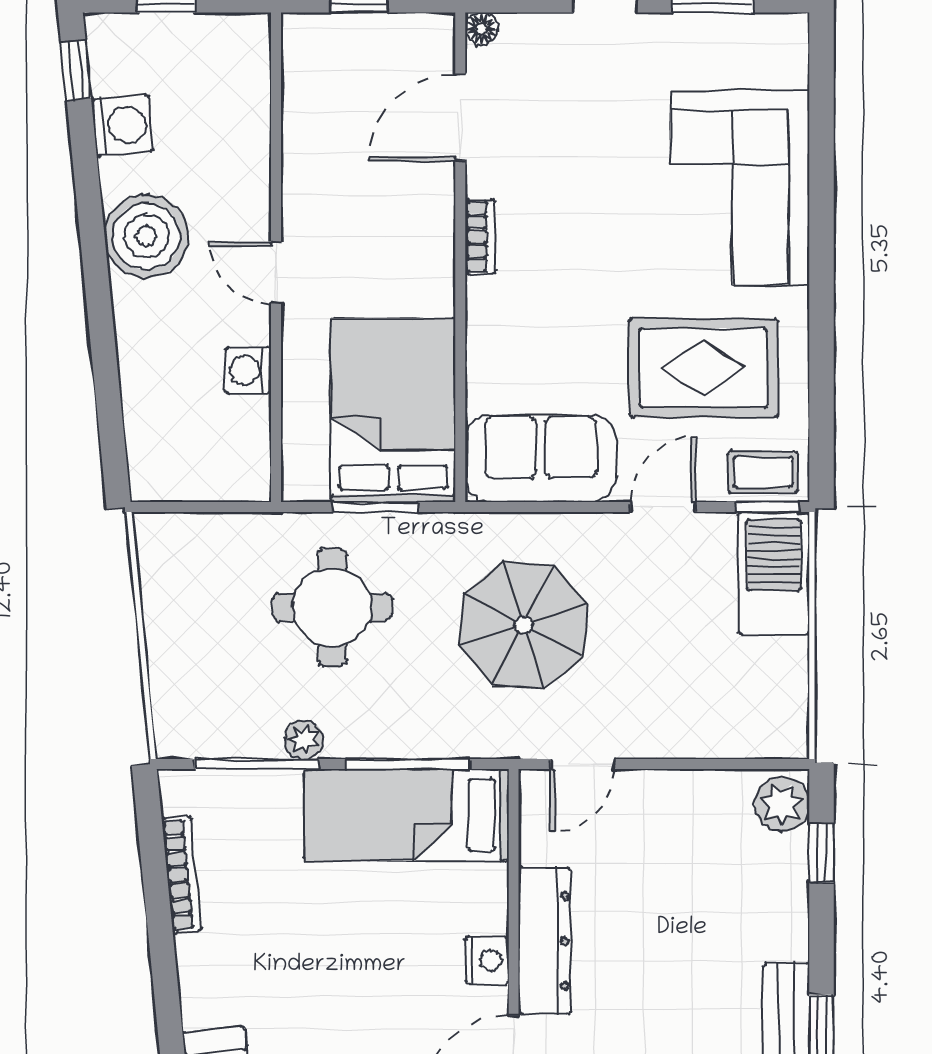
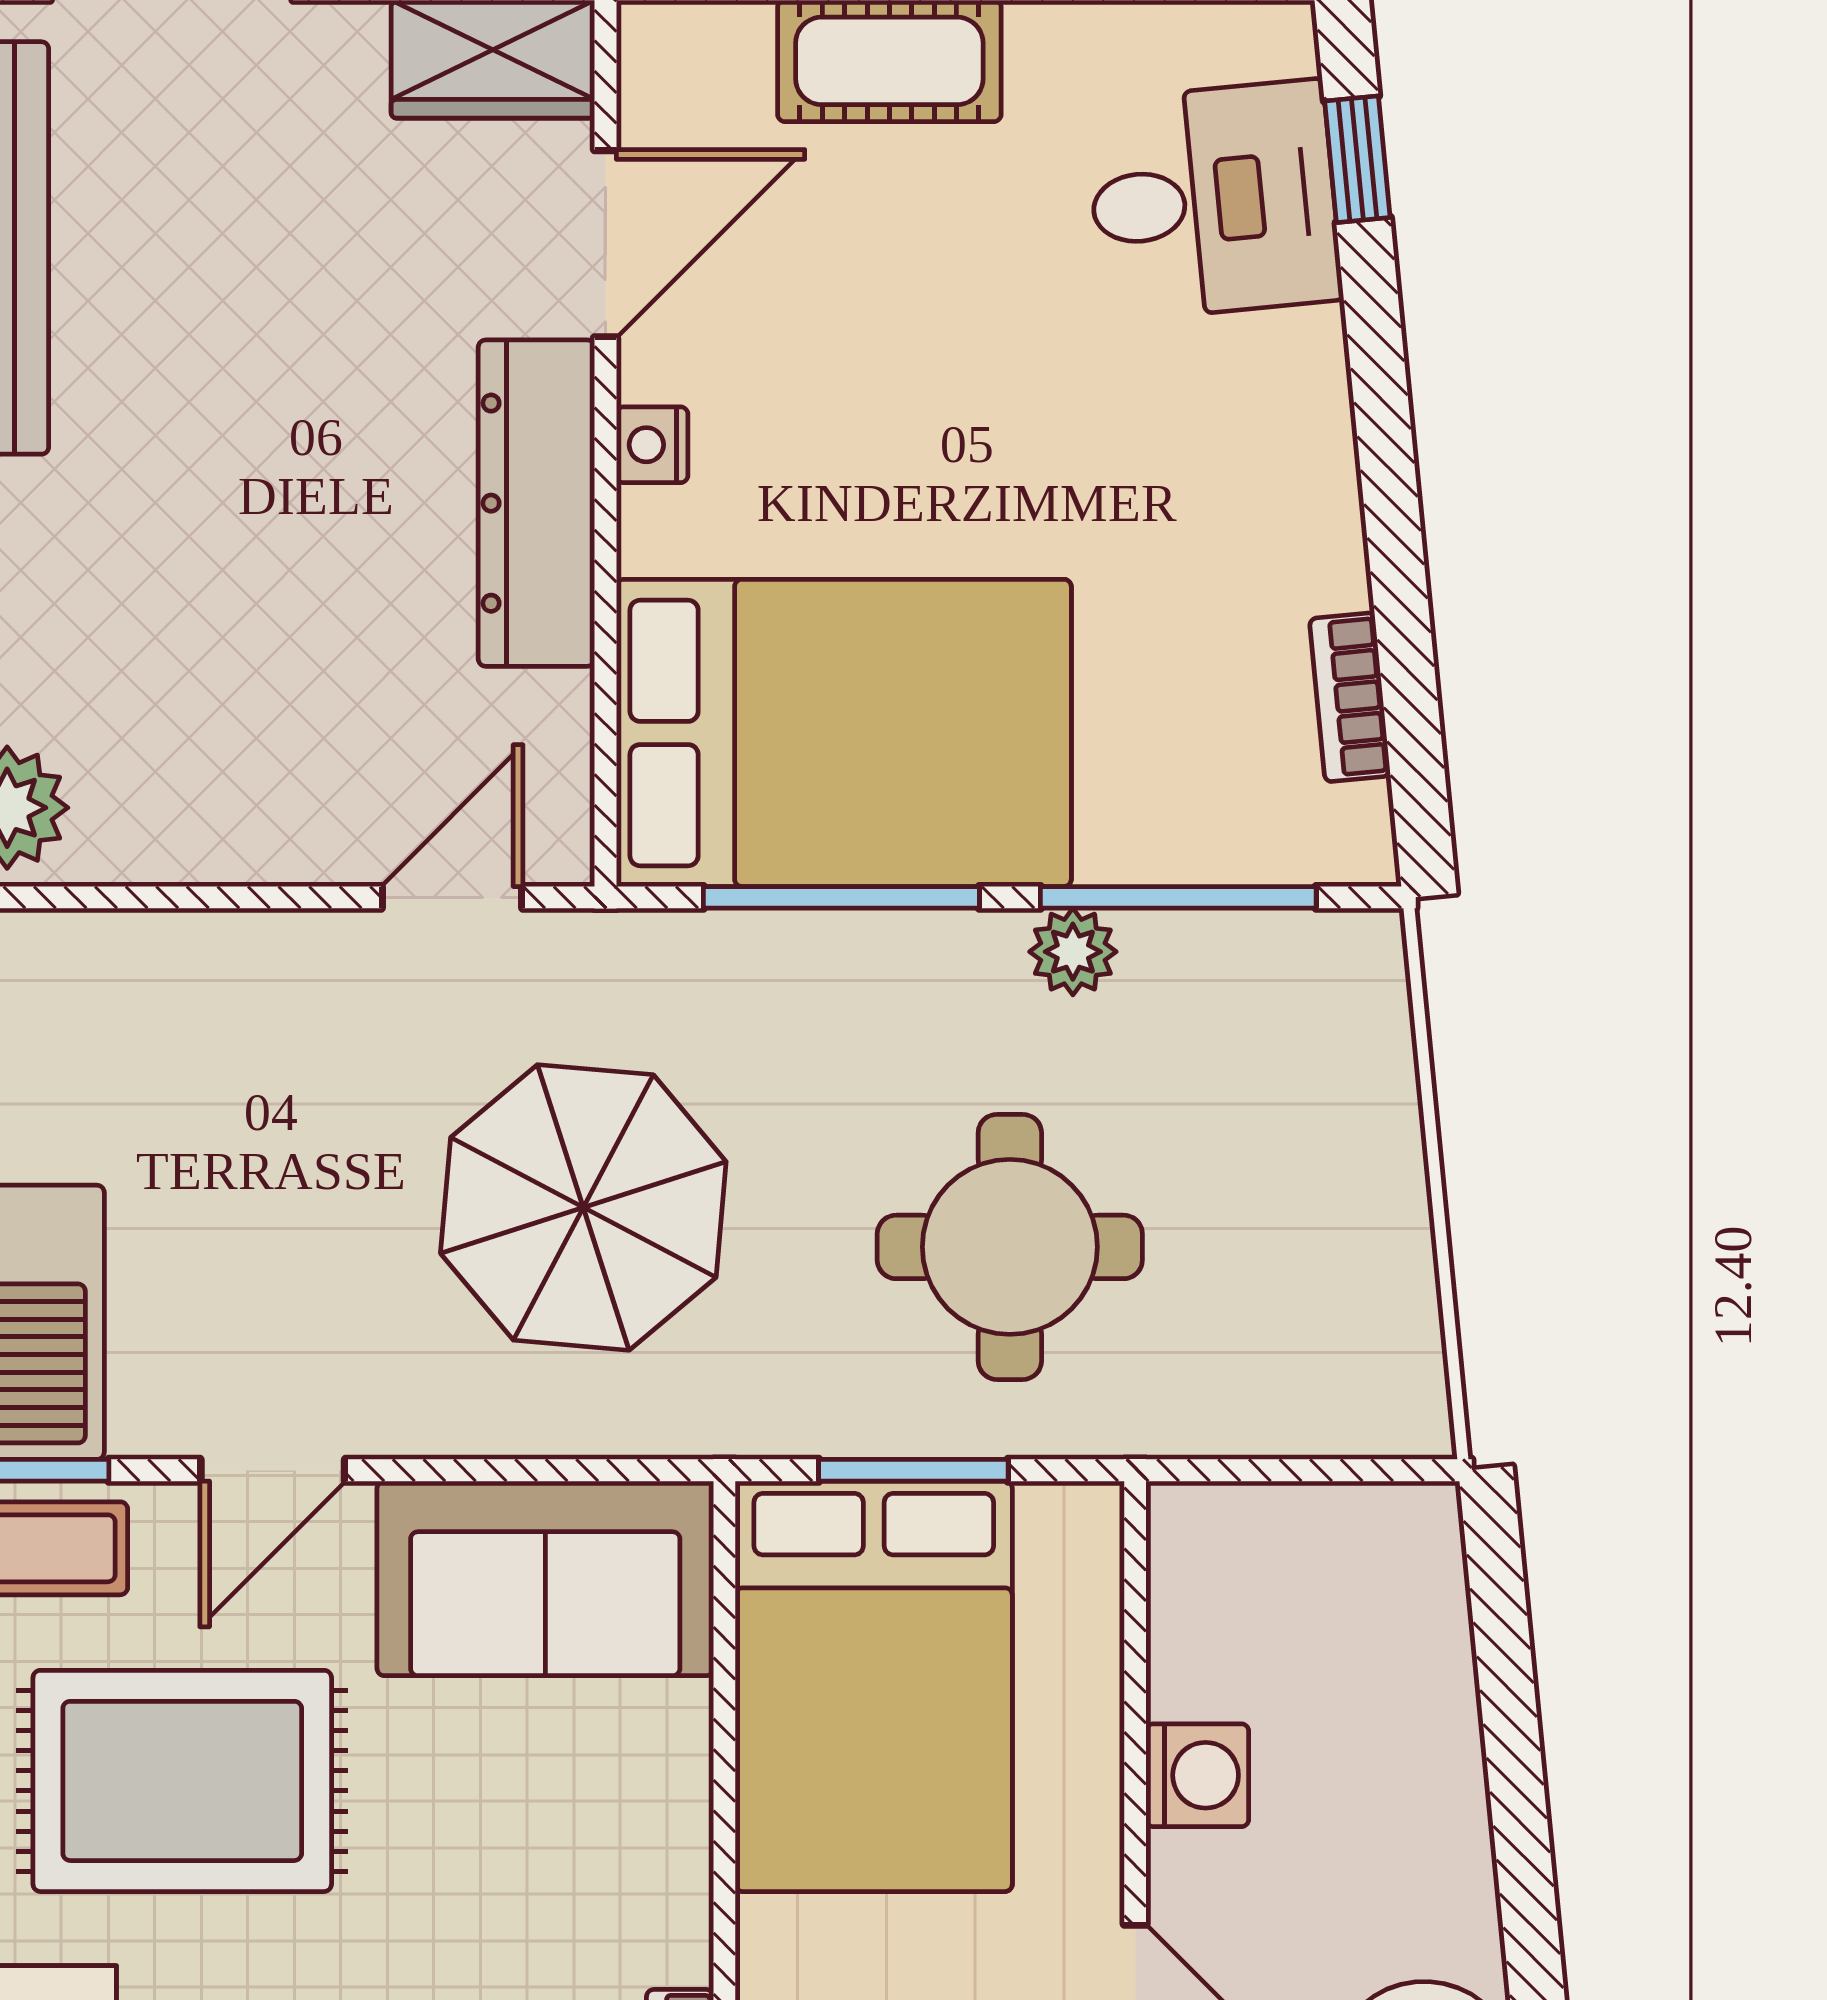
bed: (407, 815) -> (844, 733), width x1.50
bookcase: (182, 874) -> (1350, 697), width x0.64
nightstand: (487, 961) -> (652, 445), width x0.72, depth x0.74

